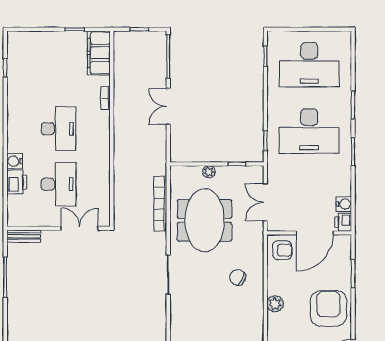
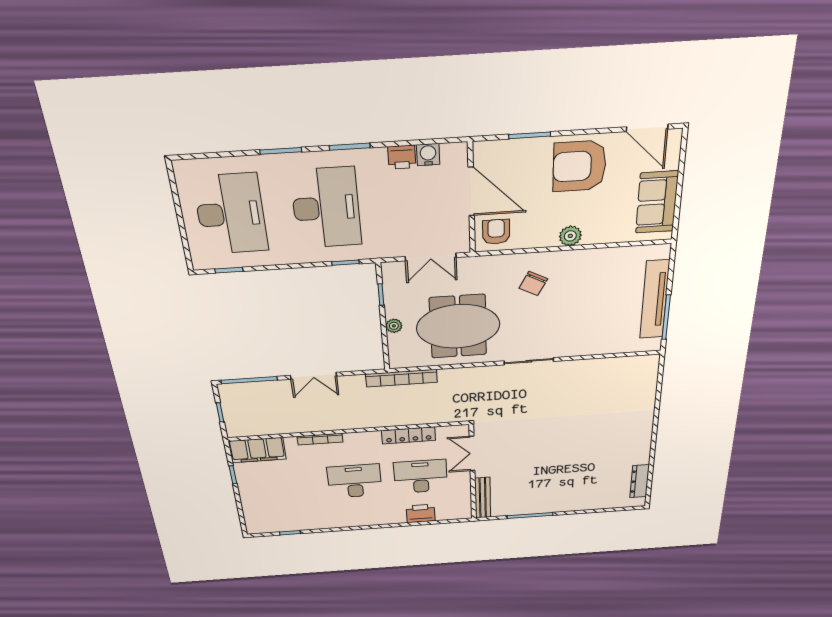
bookcase: (106, 98) -> (320, 439), width x1.56
water cooler: (15, 161) -> (396, 517), removed
locker: (103, 177) -> (409, 435), added
bookcase: (160, 204) -> (401, 378), moved
printer: (343, 222) -> (402, 157), moved
bench: (24, 236) -> (483, 498), width x1.36

